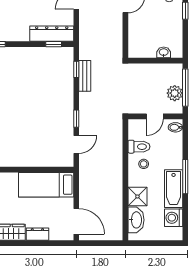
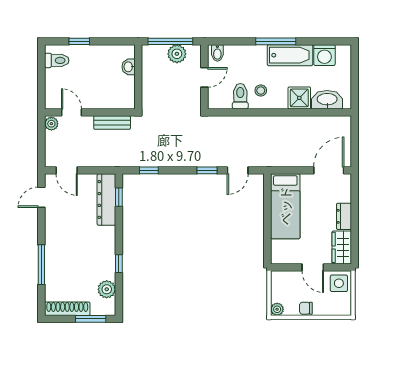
bench: (85, 76) -> (112, 123), moved
door: (155, 116) -> (204, 77), hinge flipped
door: (76, 144) -> (238, 170), swing flipped

